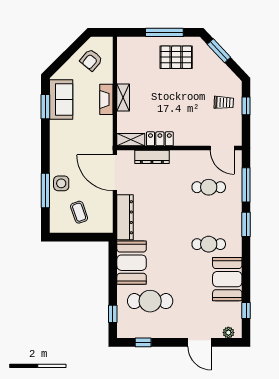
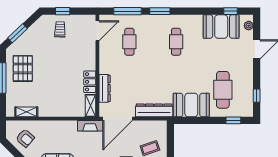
shelving: (123, 97) -> (26, 112), moved
fireplace: (106, 99) -> (90, 126), moved
booth: (227, 279) -> (221, 27), moved

